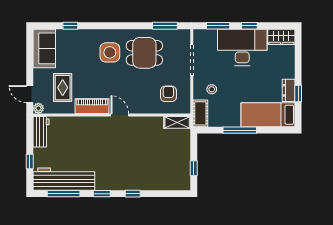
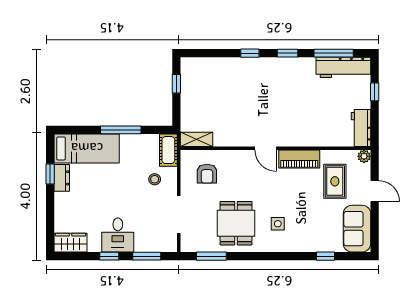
desk: (242, 47) -> (118, 235), width x0.53, depth x0.77
side table: (110, 52) -> (278, 224), width x0.54, depth x0.54
dining table: (144, 53) -> (236, 223), turned 90
door: (30, 94) -> (375, 191), moved
workbench: (64, 179) -> (343, 67), width x0.73, depth x0.76

